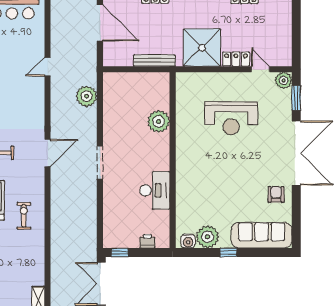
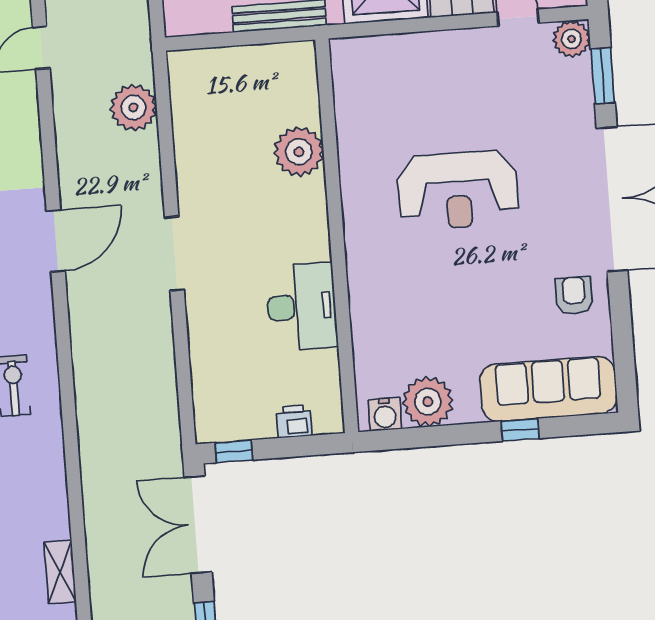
reception desk: (231, 118) -> (458, 190), moved
window: (228, 252) -> (520, 430), moved

